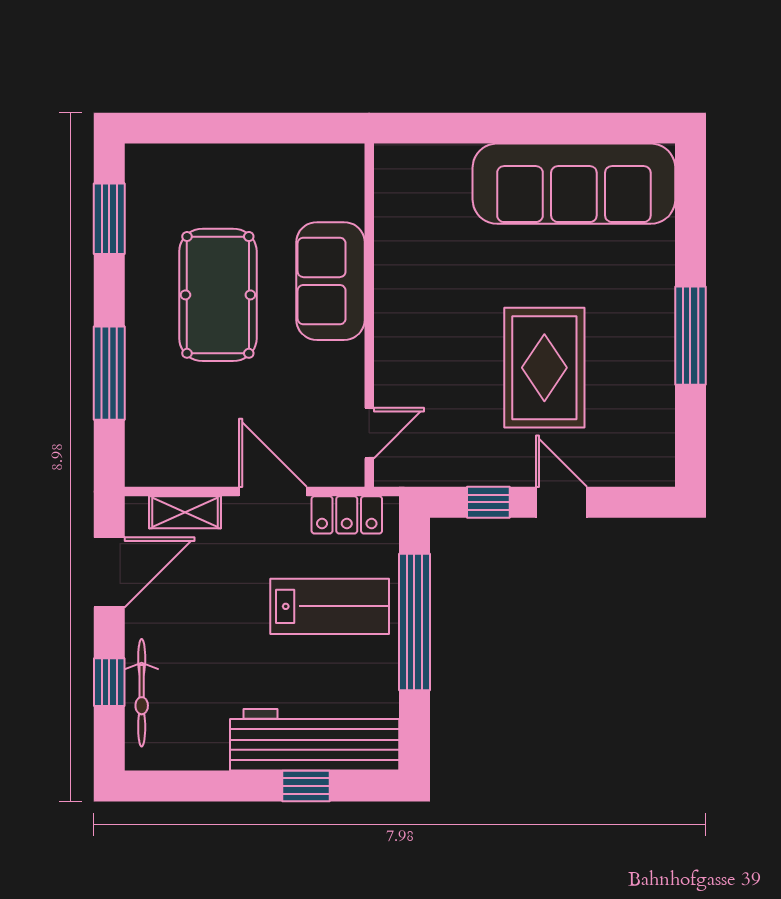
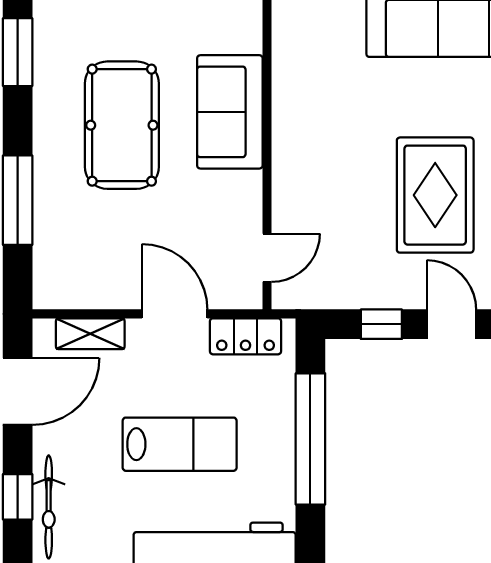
lab bench: (330, 606) -> (180, 444), moved

